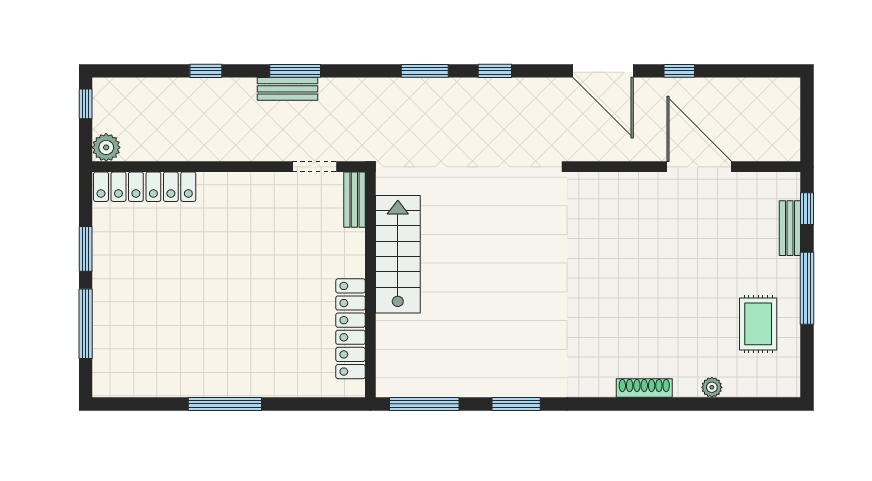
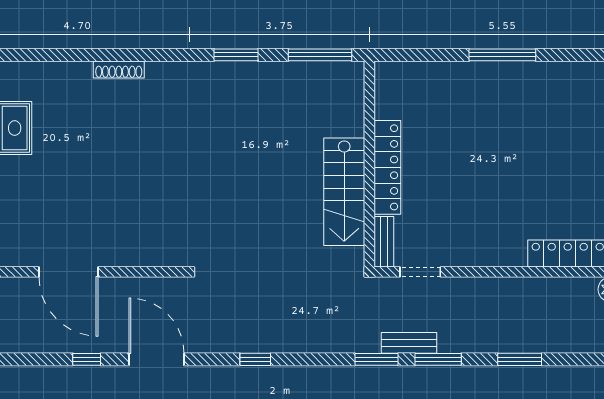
window: (206, 71) -> (520, 359), width x1.50
window: (425, 71) -> (376, 359), moved
bench: (287, 89) -> (409, 343), moved
locker: (350, 329) -> (387, 167), moved
plant: (712, 387) -> (57, 70), removed

